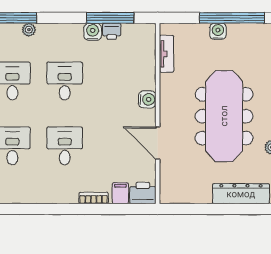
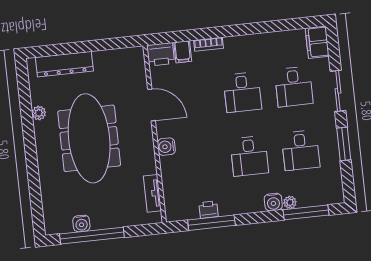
water cooler: (218, 31) -> (81, 223), moved
water cooler: (93, 32) -> (273, 202), moved

